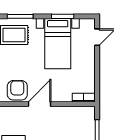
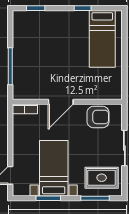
armchair: (17, 90) -> (98, 117), turned -90
door: (40, 104) -> (61, 102), moved

